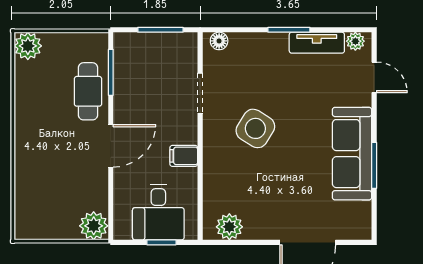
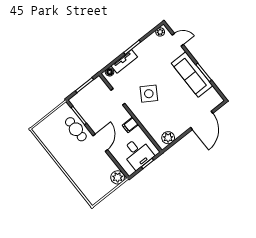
tv unit: (317, 43) -> (124, 61), moved
plant: (28, 46) -> (40, 130), removed

